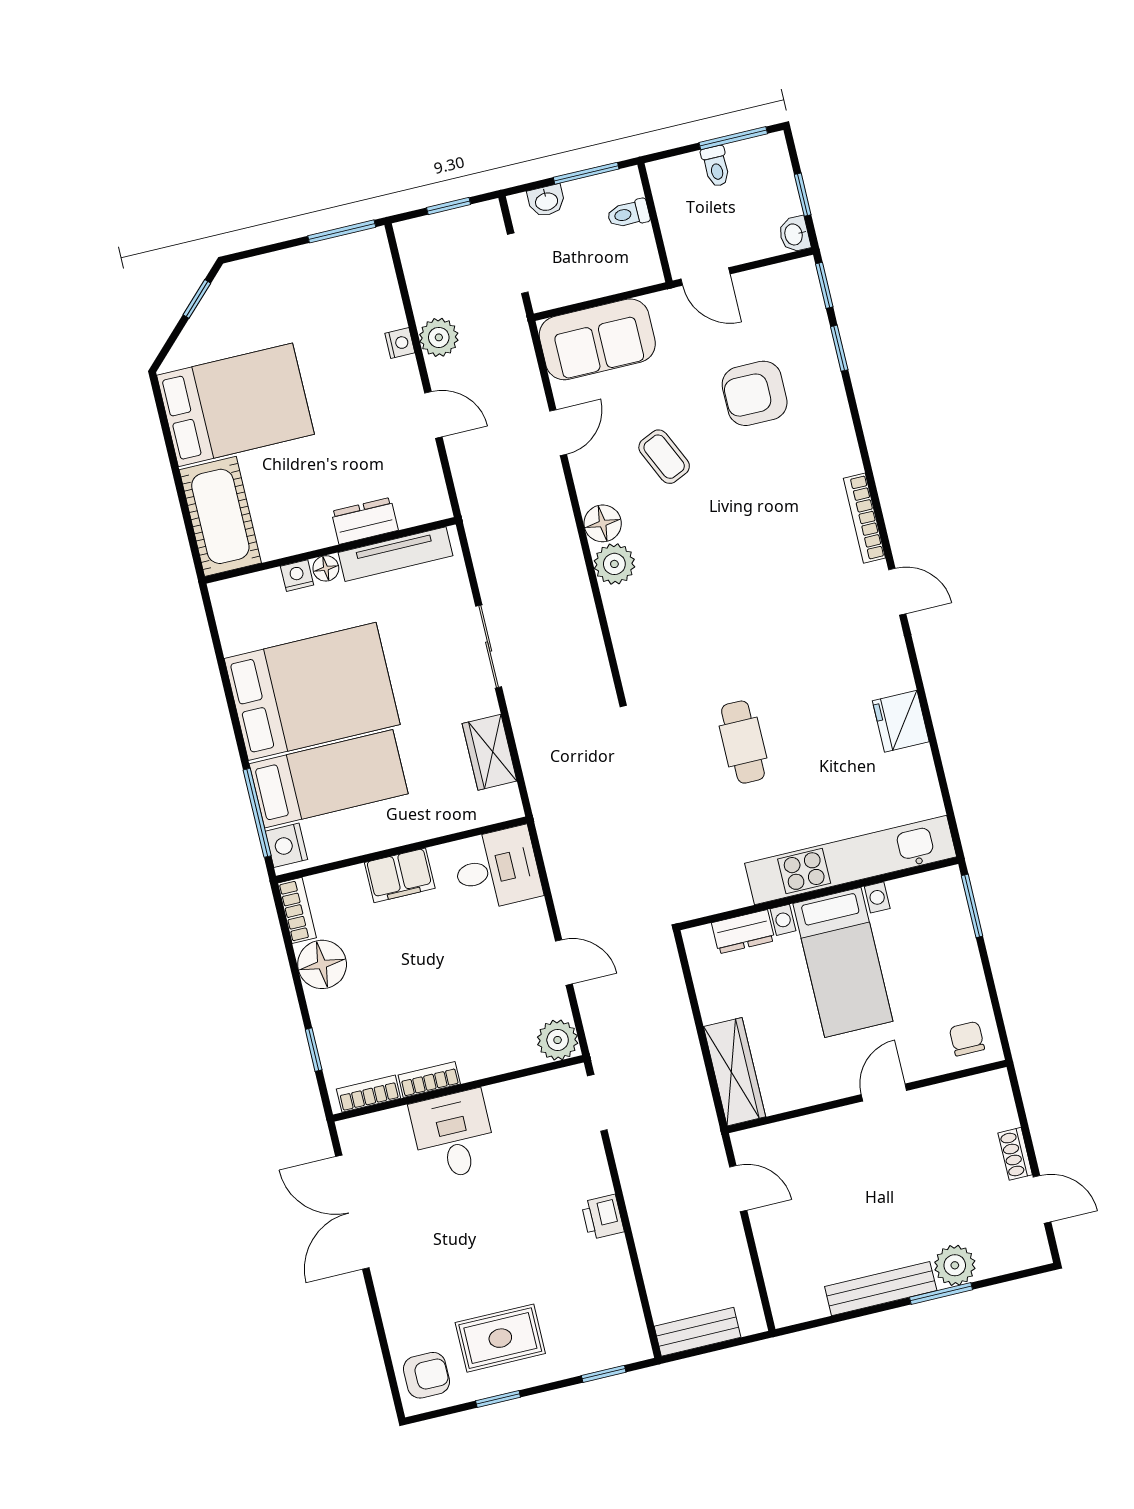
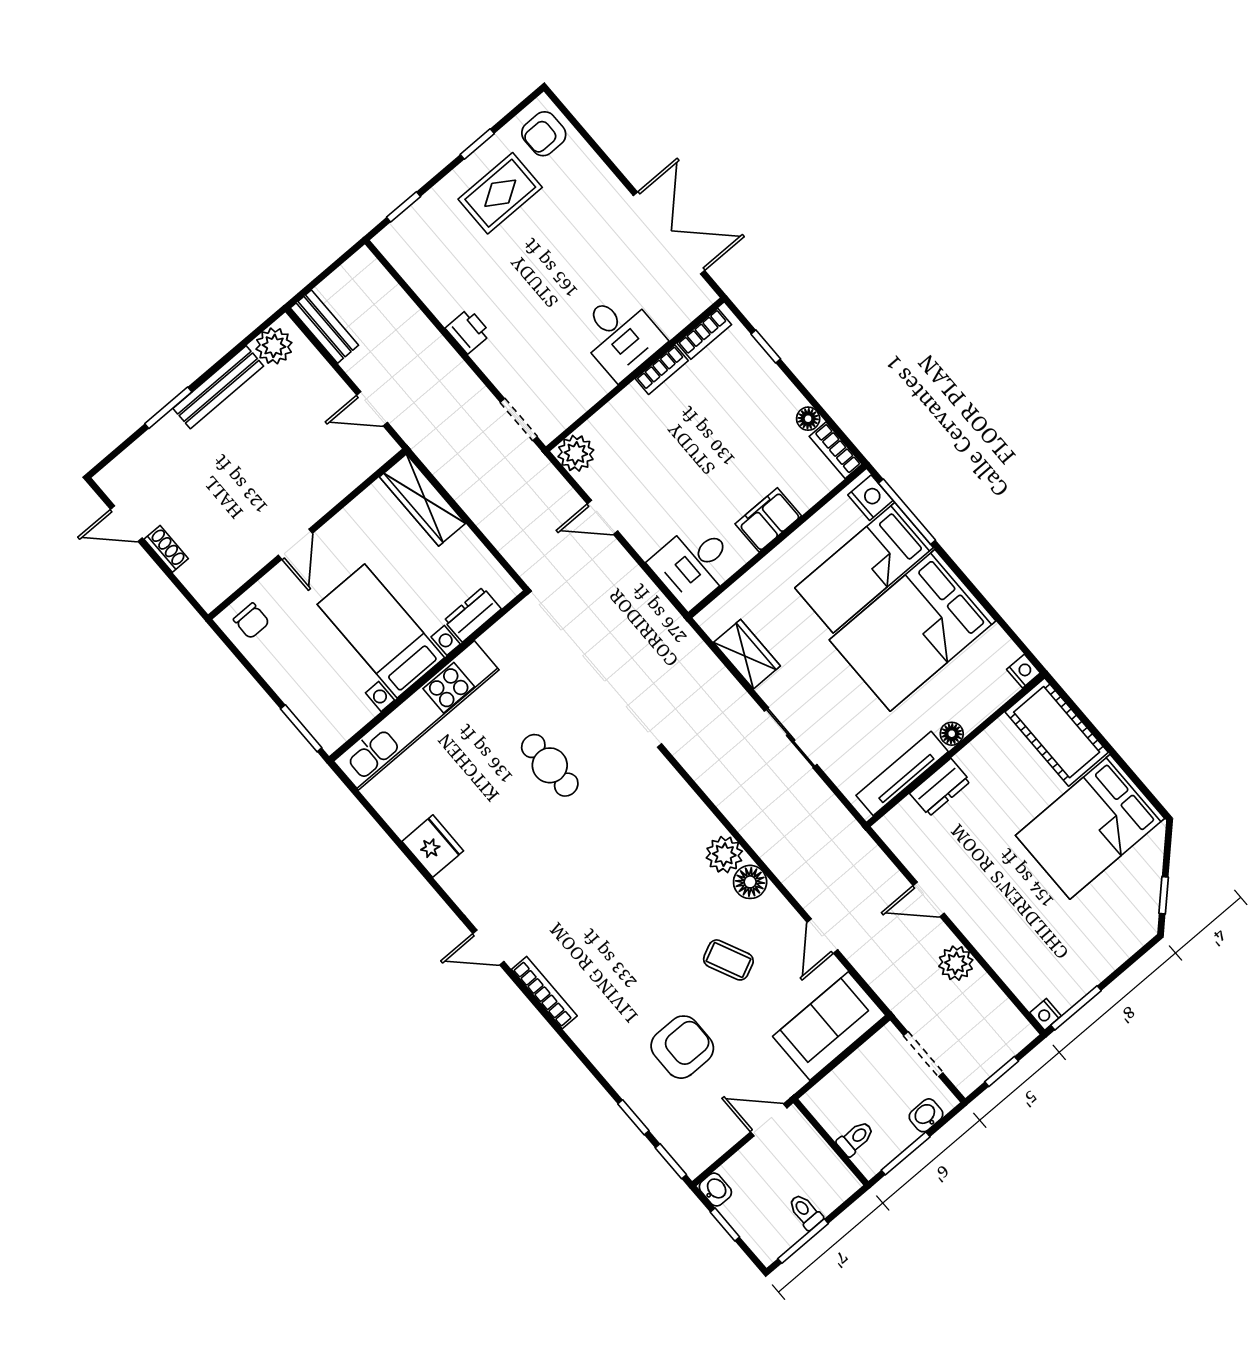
nightstand: (400, 343) -> (1046, 1014), moved
nightstand: (297, 576) -> (1023, 671), moved, turned -90
floor lamp: (322, 964) -> (808, 419), width x0.53, depth x0.53
plant: (955, 1265) -> (274, 346), moved
bench: (698, 1332) -> (324, 327), moved, turned 90

